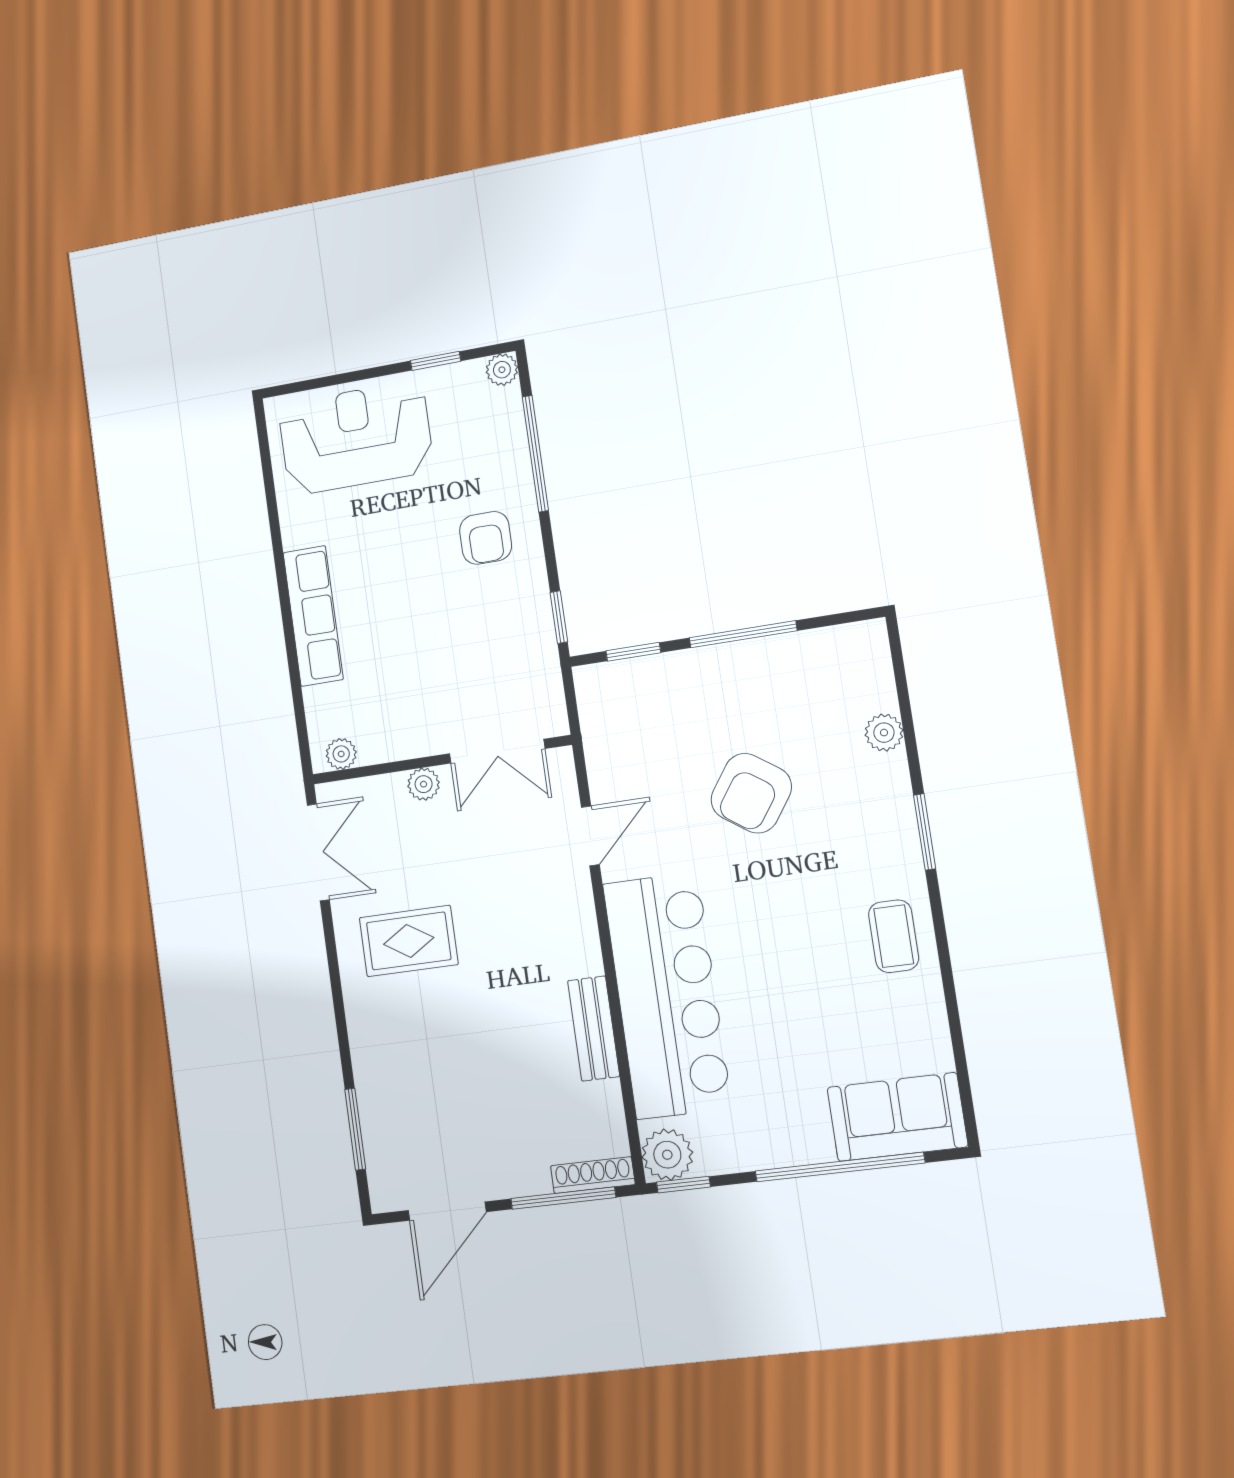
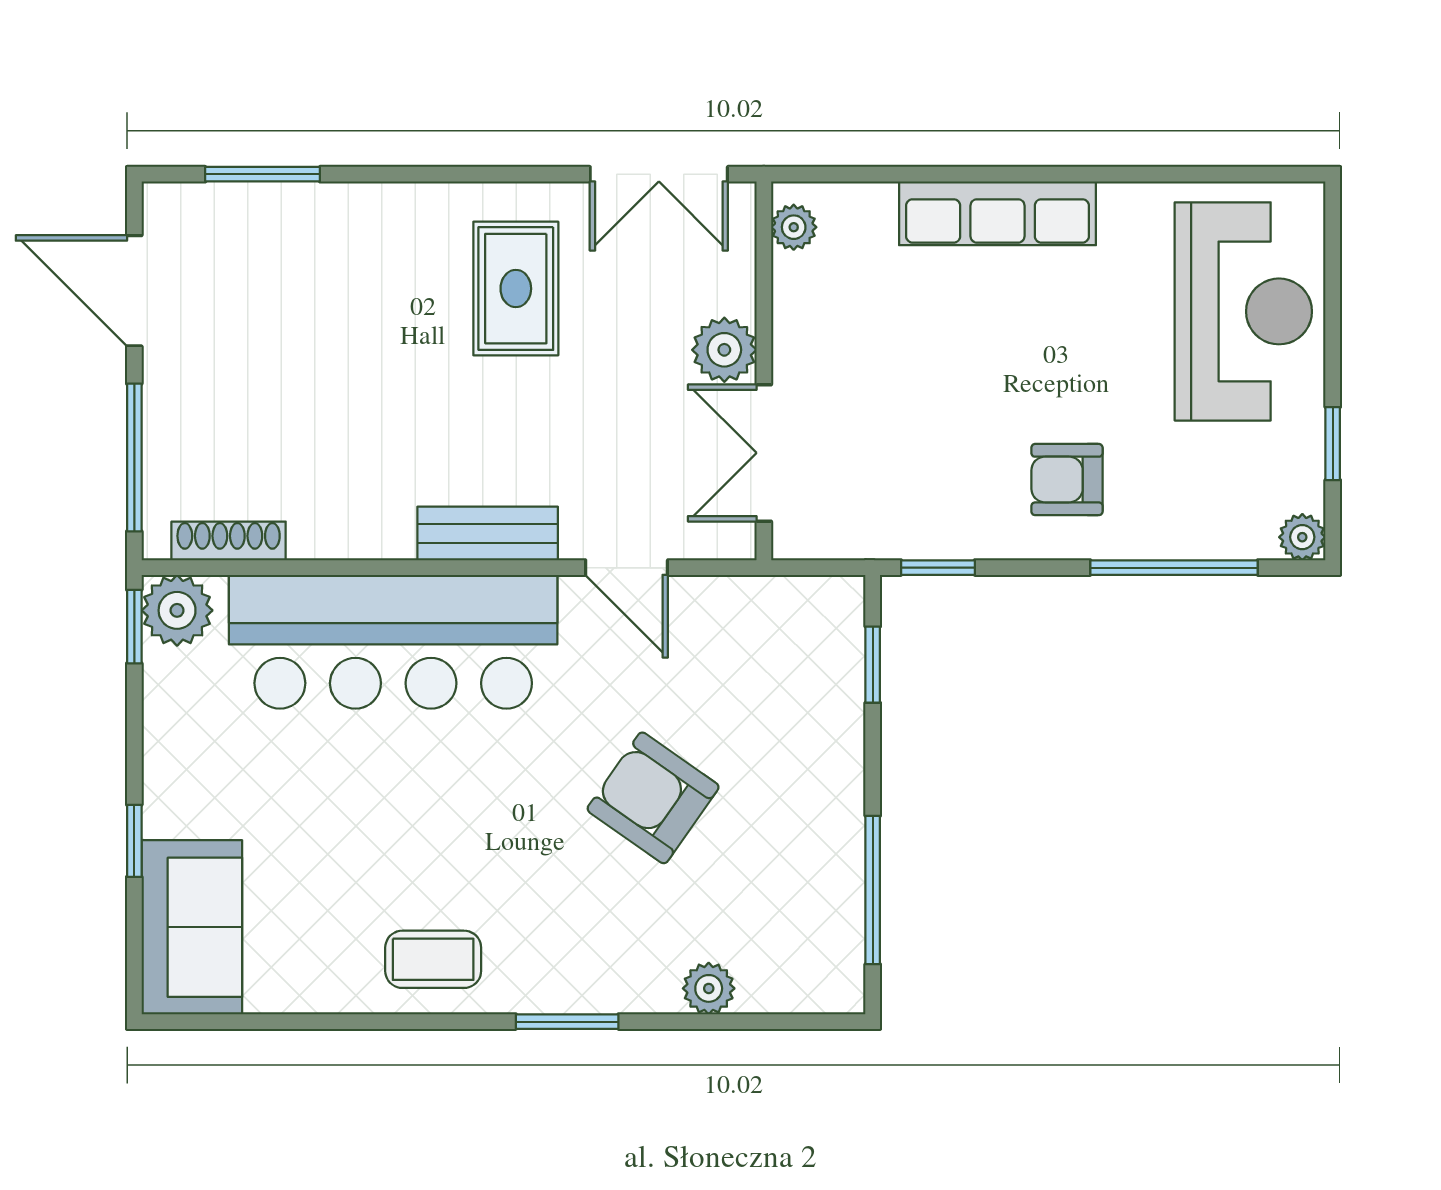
window: (743, 634) -> (873, 890), moved
plant: (424, 784) -> (724, 350), width x1.38, depth x1.38
bench: (594, 1029) -> (488, 534), moved
window: (840, 1167) -> (134, 841), width x0.32
shoe rack: (593, 1175) -> (229, 541), moved, turned -90

